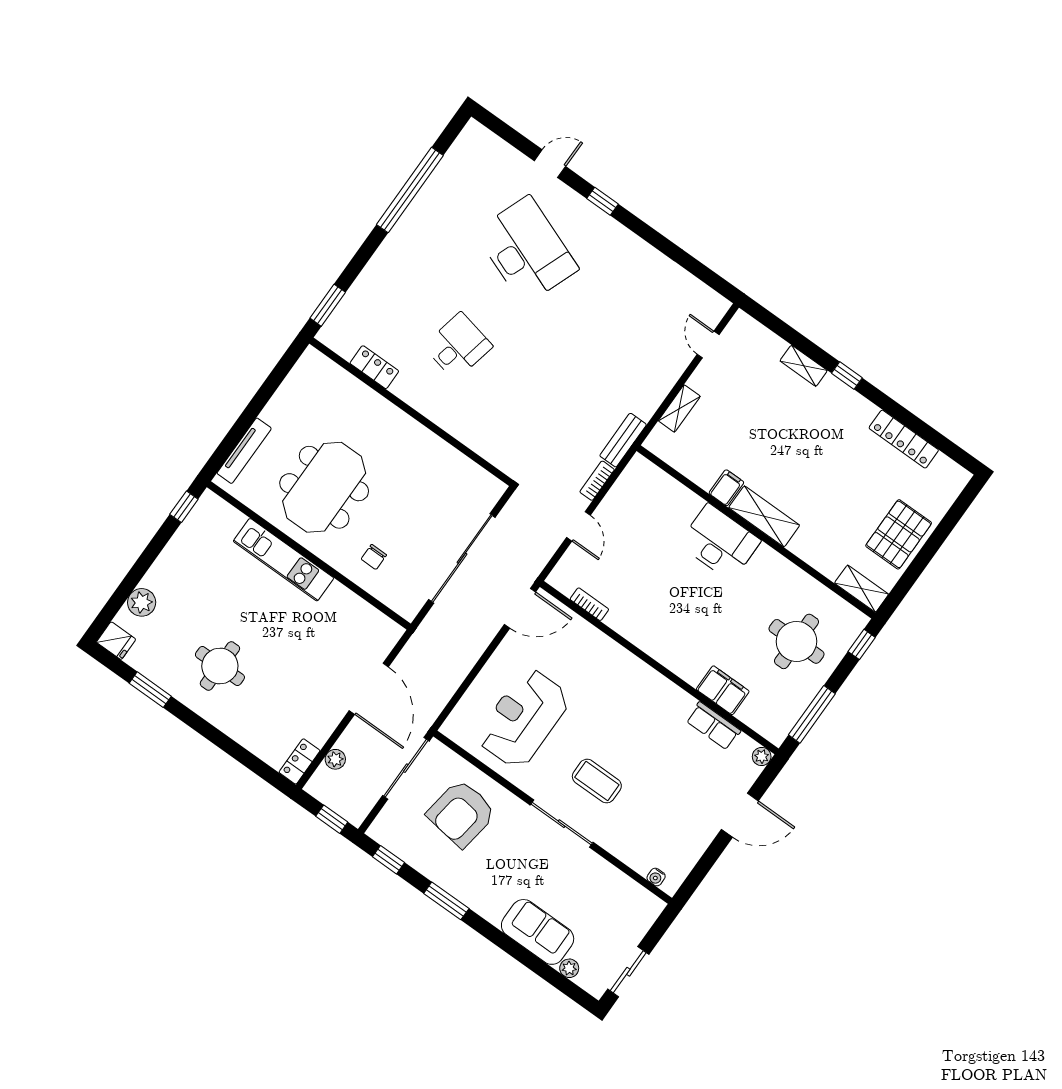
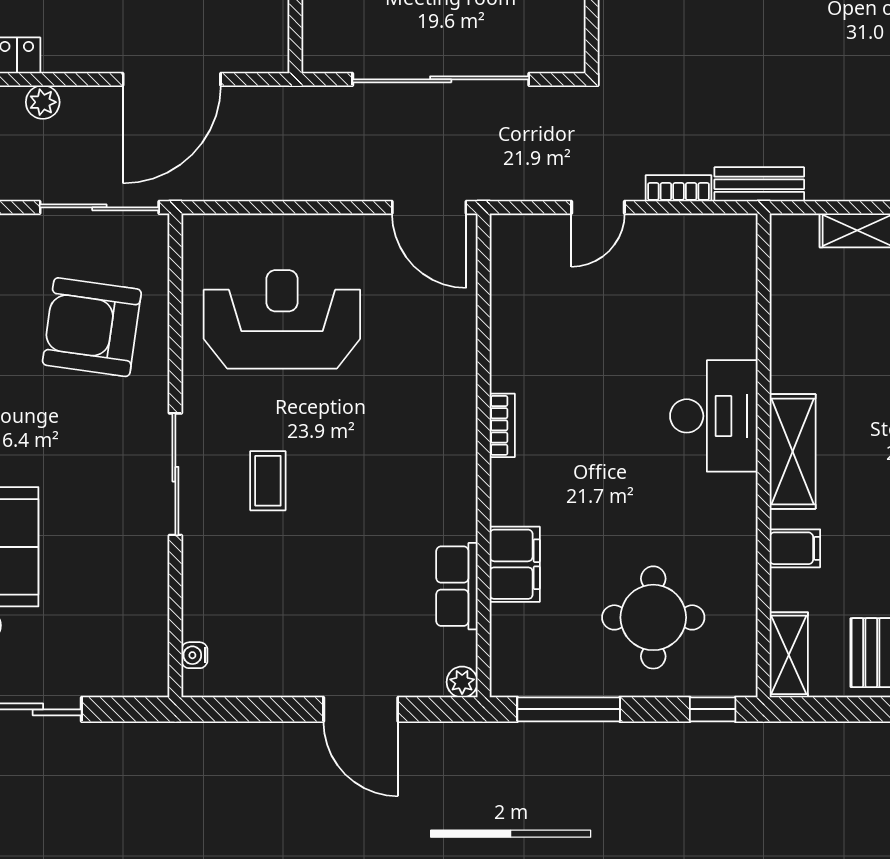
filing cabinet: (726, 488) -> (795, 548), moved
bookcase: (589, 604) -> (502, 425), moved
coffee table: (597, 781) -> (268, 481), width x0.73, depth x0.77

